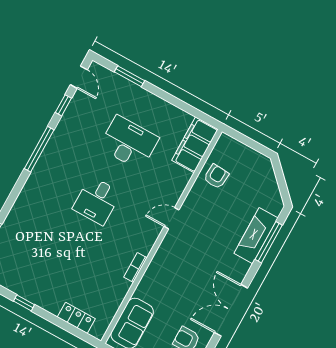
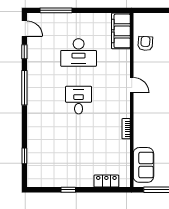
window: (130, 76) -> (56, 10), width x1.44
desk: (129, 143) -> (79, 52), turned 180
desk: (97, 201) -> (79, 100), turned 180
door: (172, 218) -> (132, 85), swing flipped

